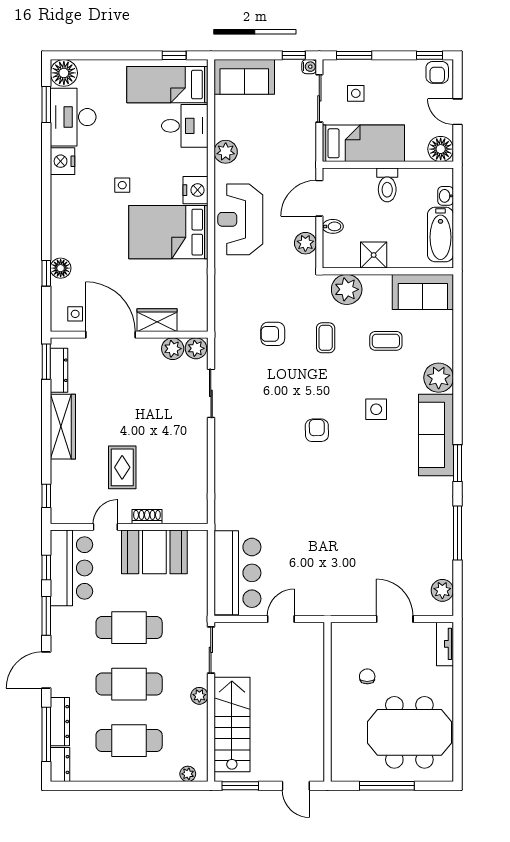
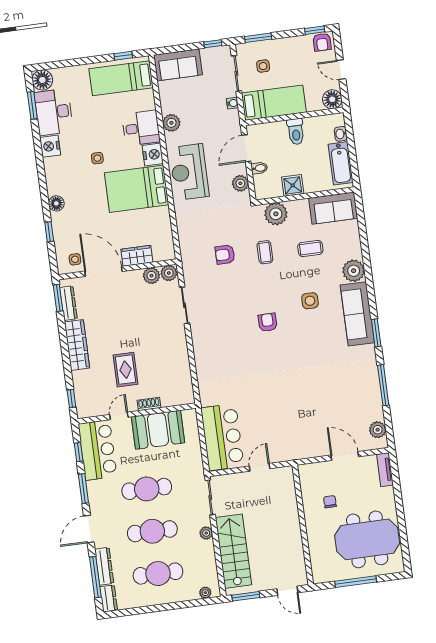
water cooler: (309, 67) -> (232, 103), moved
desk: (185, 126) -> (141, 128), moved
floor lamp: (61, 268) -> (56, 203), moved

